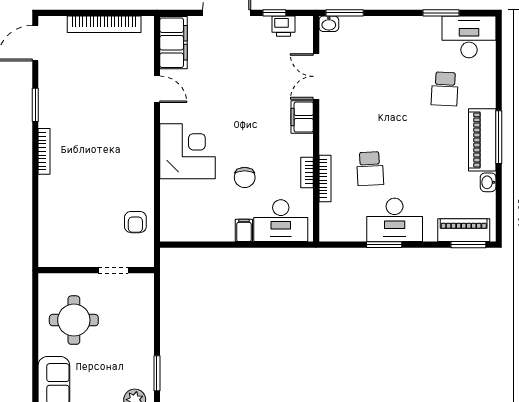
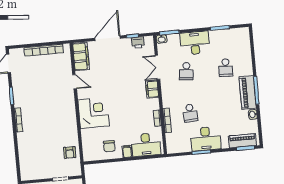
desk: (469, 37) -> (195, 43), moved
school desk: (370, 89) -> (186, 71), added
chair: (245, 177) -> (109, 146), moved

